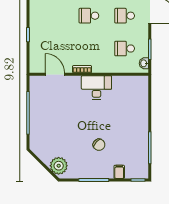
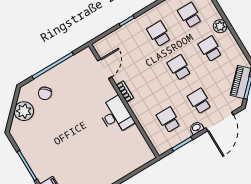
school desk: (53, 16) -> (159, 34), added
washbasin: (144, 63) -> (196, 128), moved
chair: (99, 145) -> (45, 93), moved
plant: (59, 166) -> (24, 111), moved

